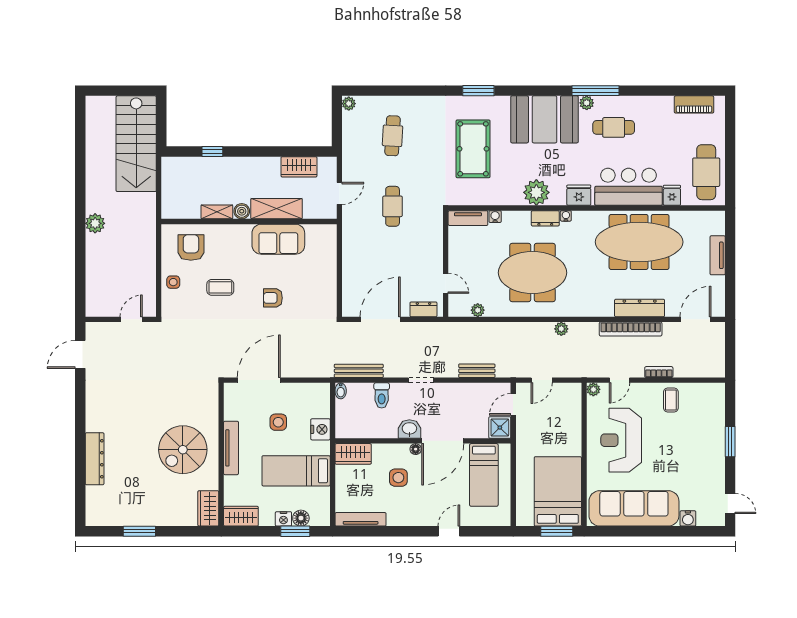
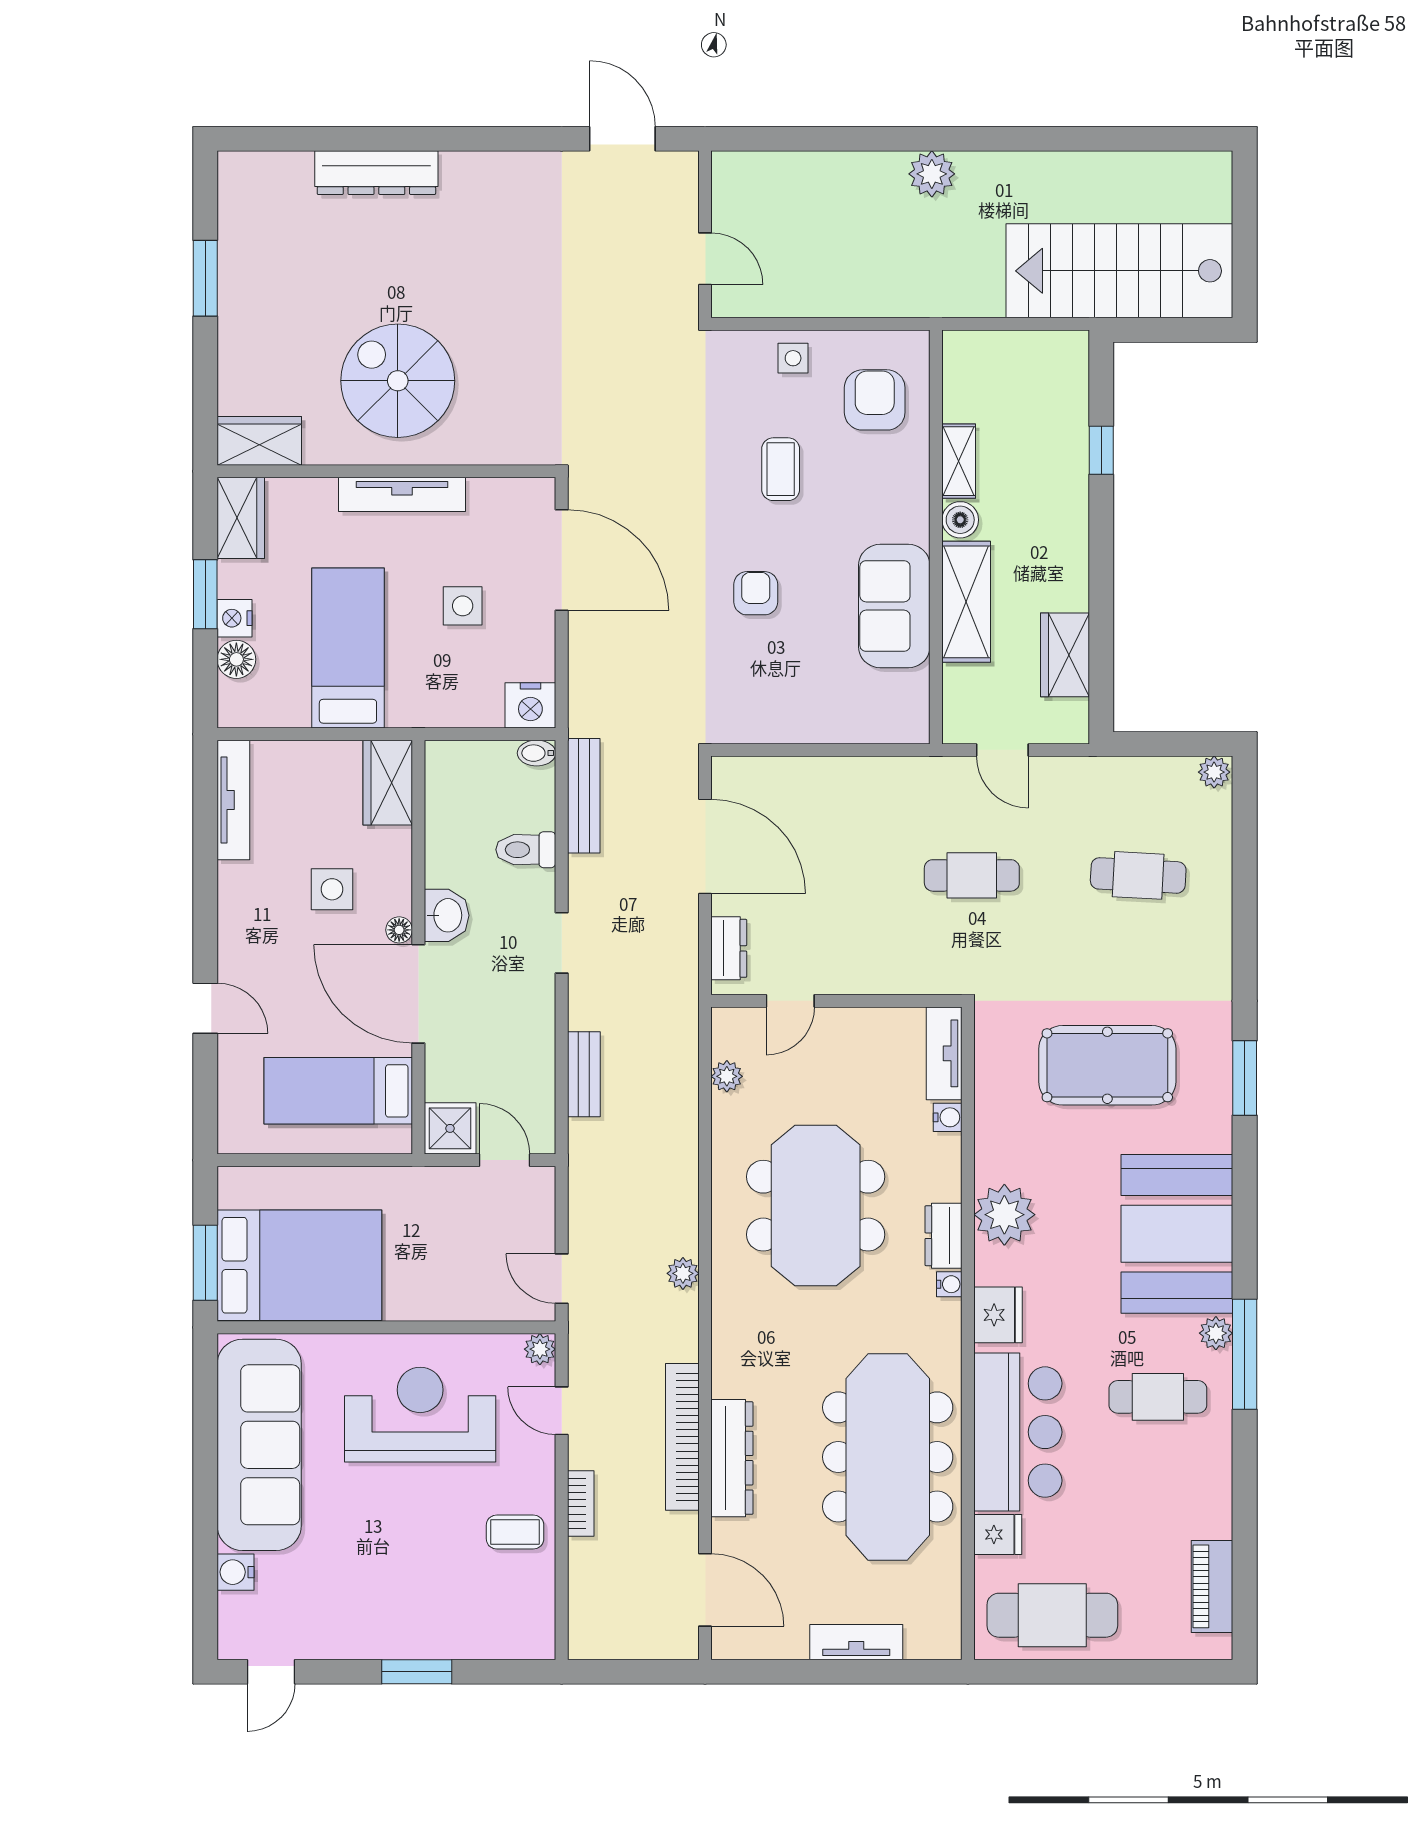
cafe table: (614, 127) -> (1158, 1397), turned 90
armchair: (191, 247) -> (875, 400), turned -90
door: (542, 380) -> (562, 1279), moved
nightstand: (320, 429) -> (530, 705), moved
window: (295, 531) -> (205, 594), moved

